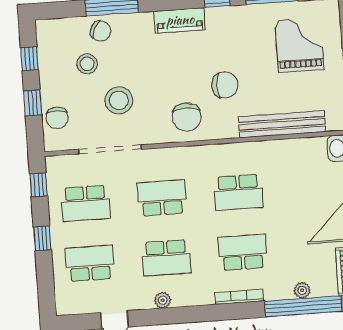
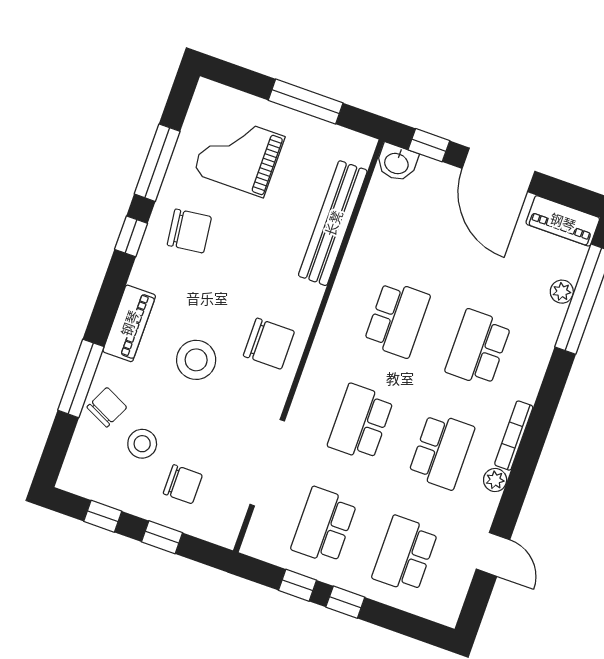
piano: (180, 20) -> (129, 323), moved
chair: (225, 85) -> (189, 231), moved, turned 83
stool: (119, 100) -> (196, 360), moved
chair: (57, 118) -> (183, 484), moved
window: (39, 185) -> (297, 585), moved
school desk: (86, 203) -> (324, 526), turned 180
bookcase: (239, 297) -> (514, 436), moved

